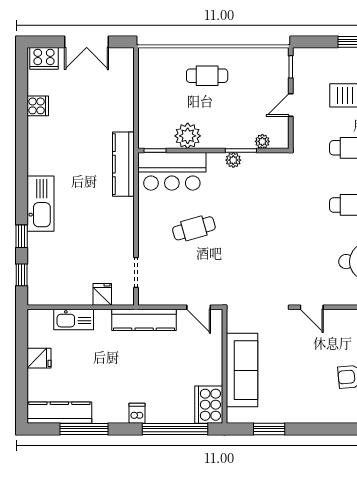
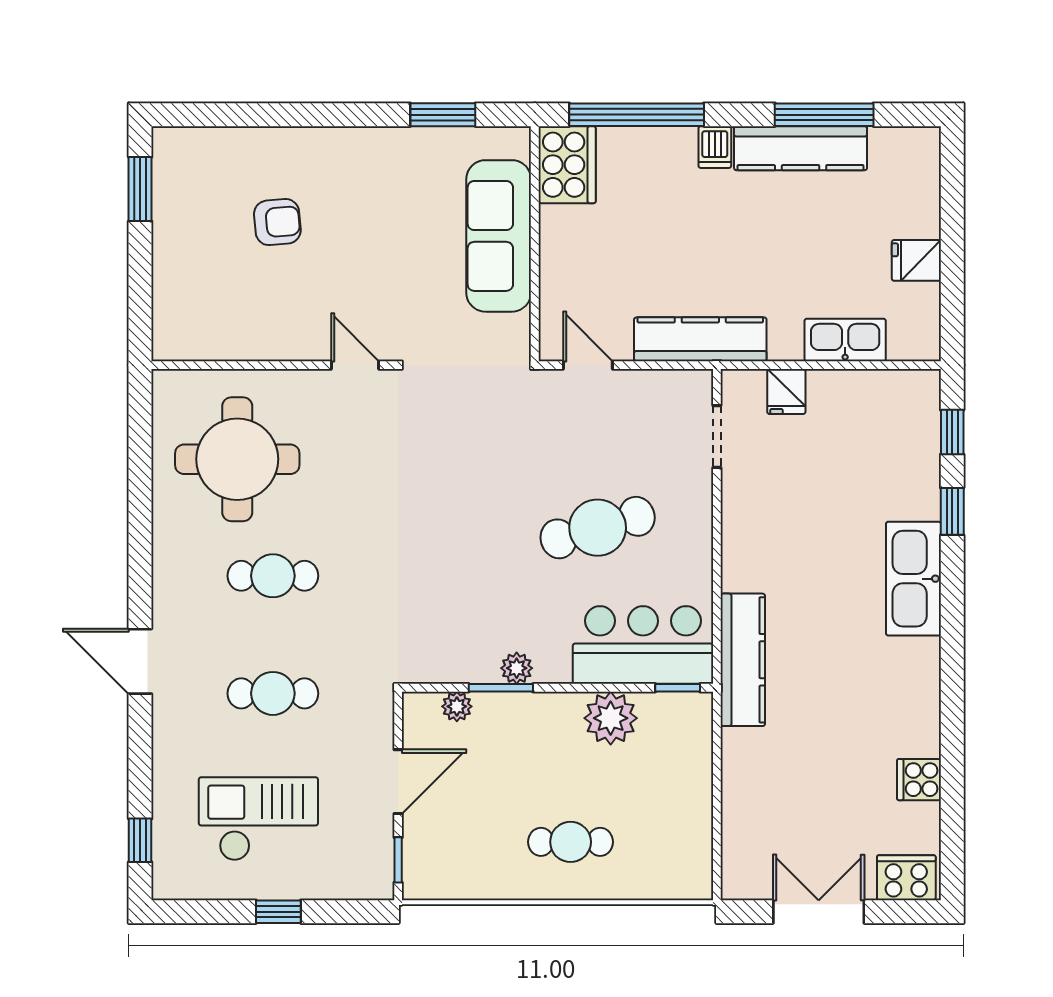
door: (291, 105) -> (398, 782), width x1.38
cafe table: (194, 228) -> (598, 528), width x1.37, depth x1.35
kitchen counter: (59, 413) -> (801, 148), moved

